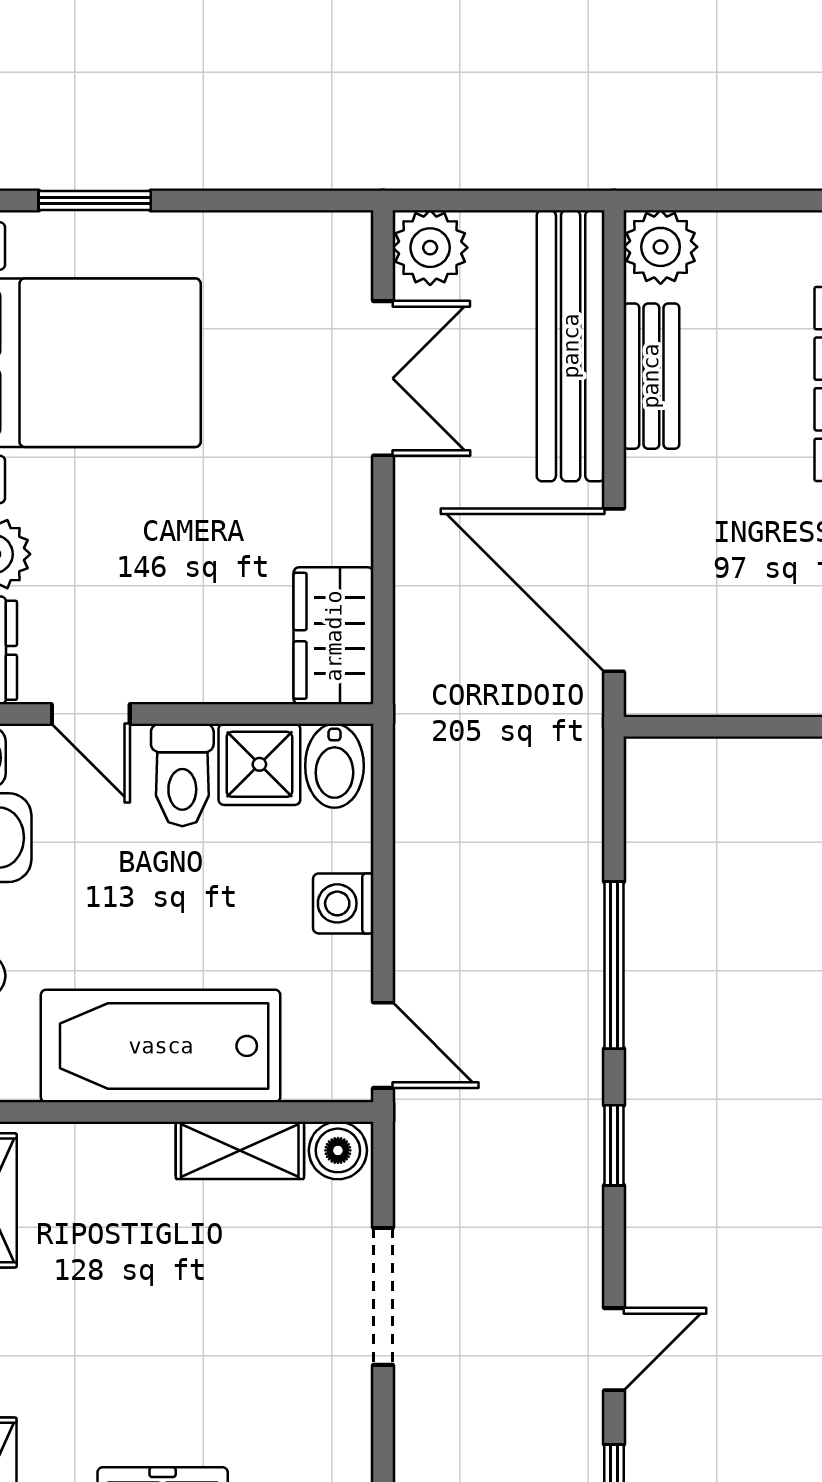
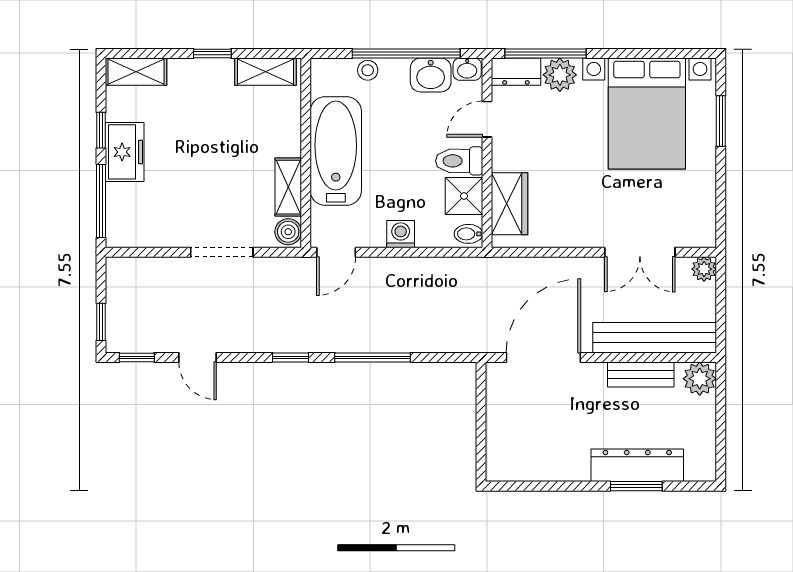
plant: (430, 248) -> (704, 269), width x0.73, depth x0.73
wardrobe: (334, 636) -> (509, 204), moved, turned 90
bidet: (334, 766) -> (468, 234), width x0.72, depth x0.74

